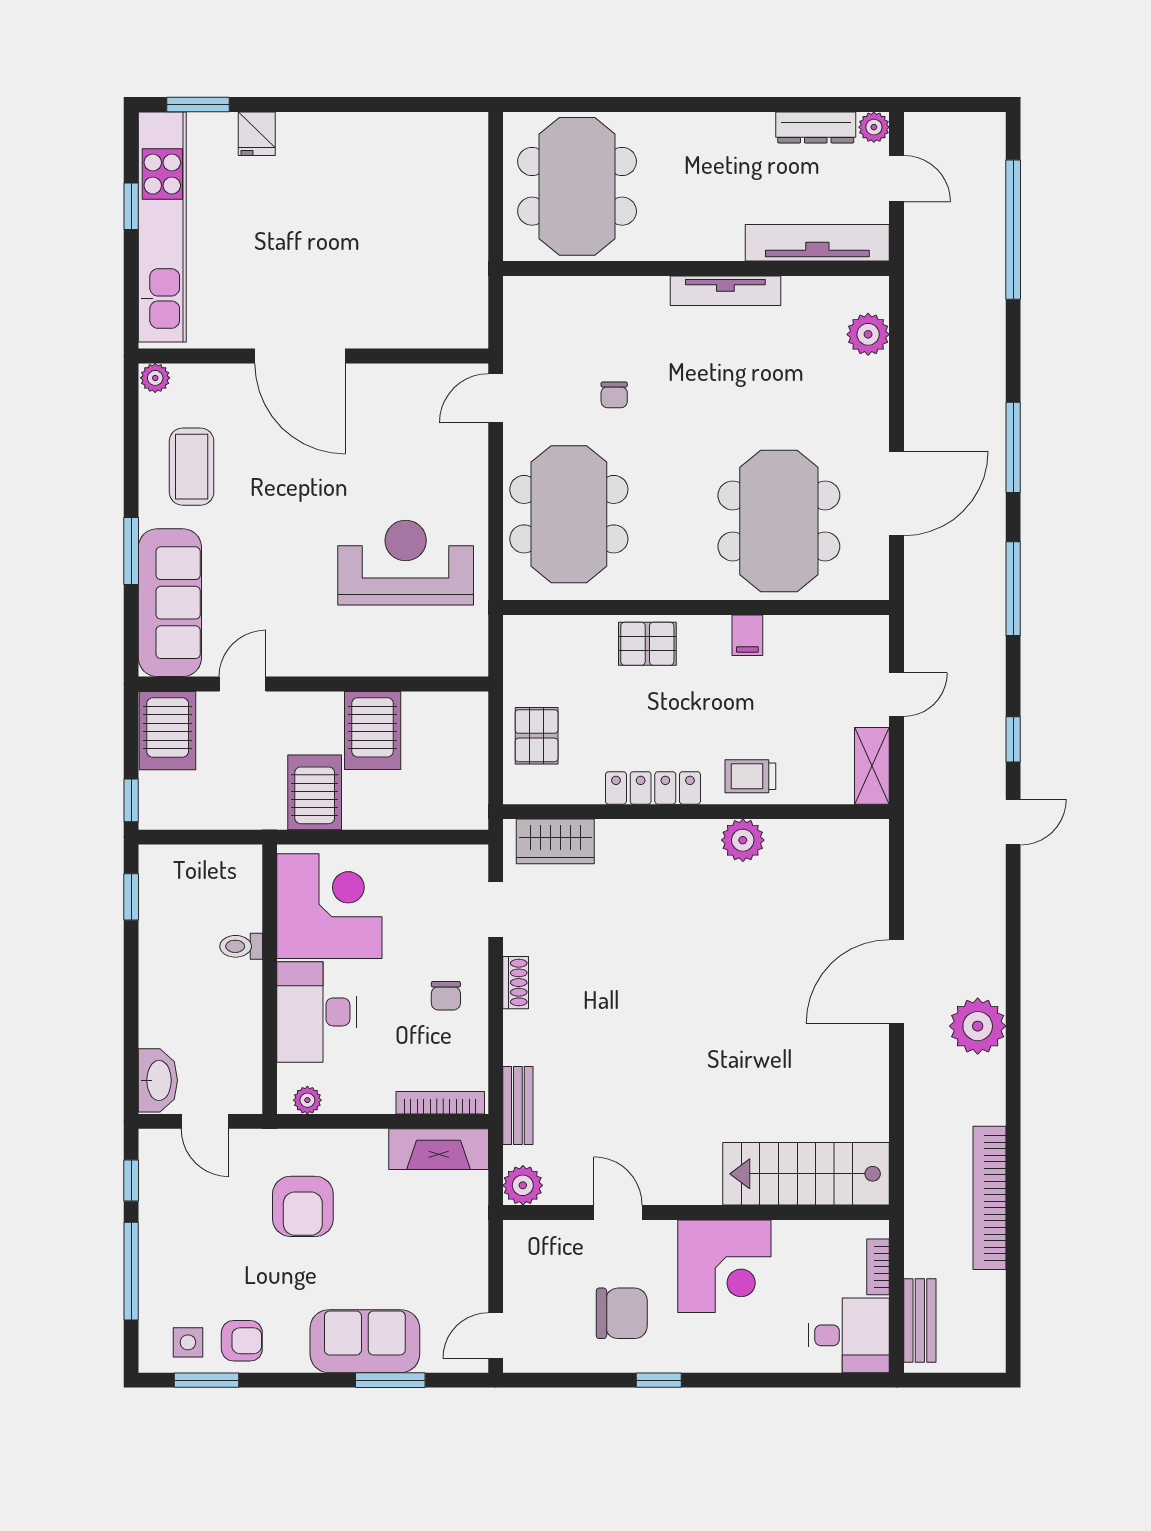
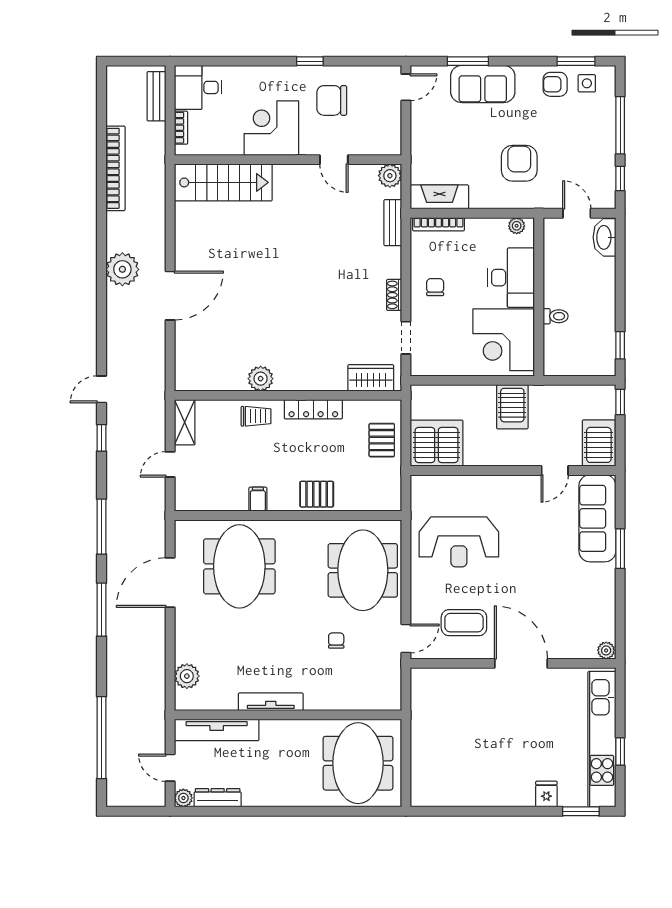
coffee table: (192, 467) -> (464, 623), moved, turned 90
server rack: (373, 730) -> (437, 443), moved, width x1.60

